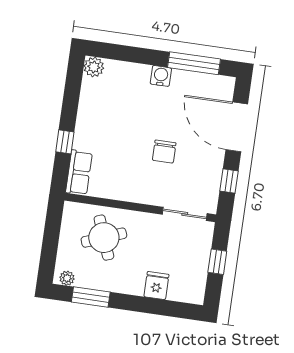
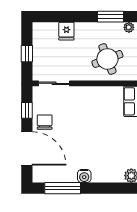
chair: (164, 152) -> (45, 122), moved

